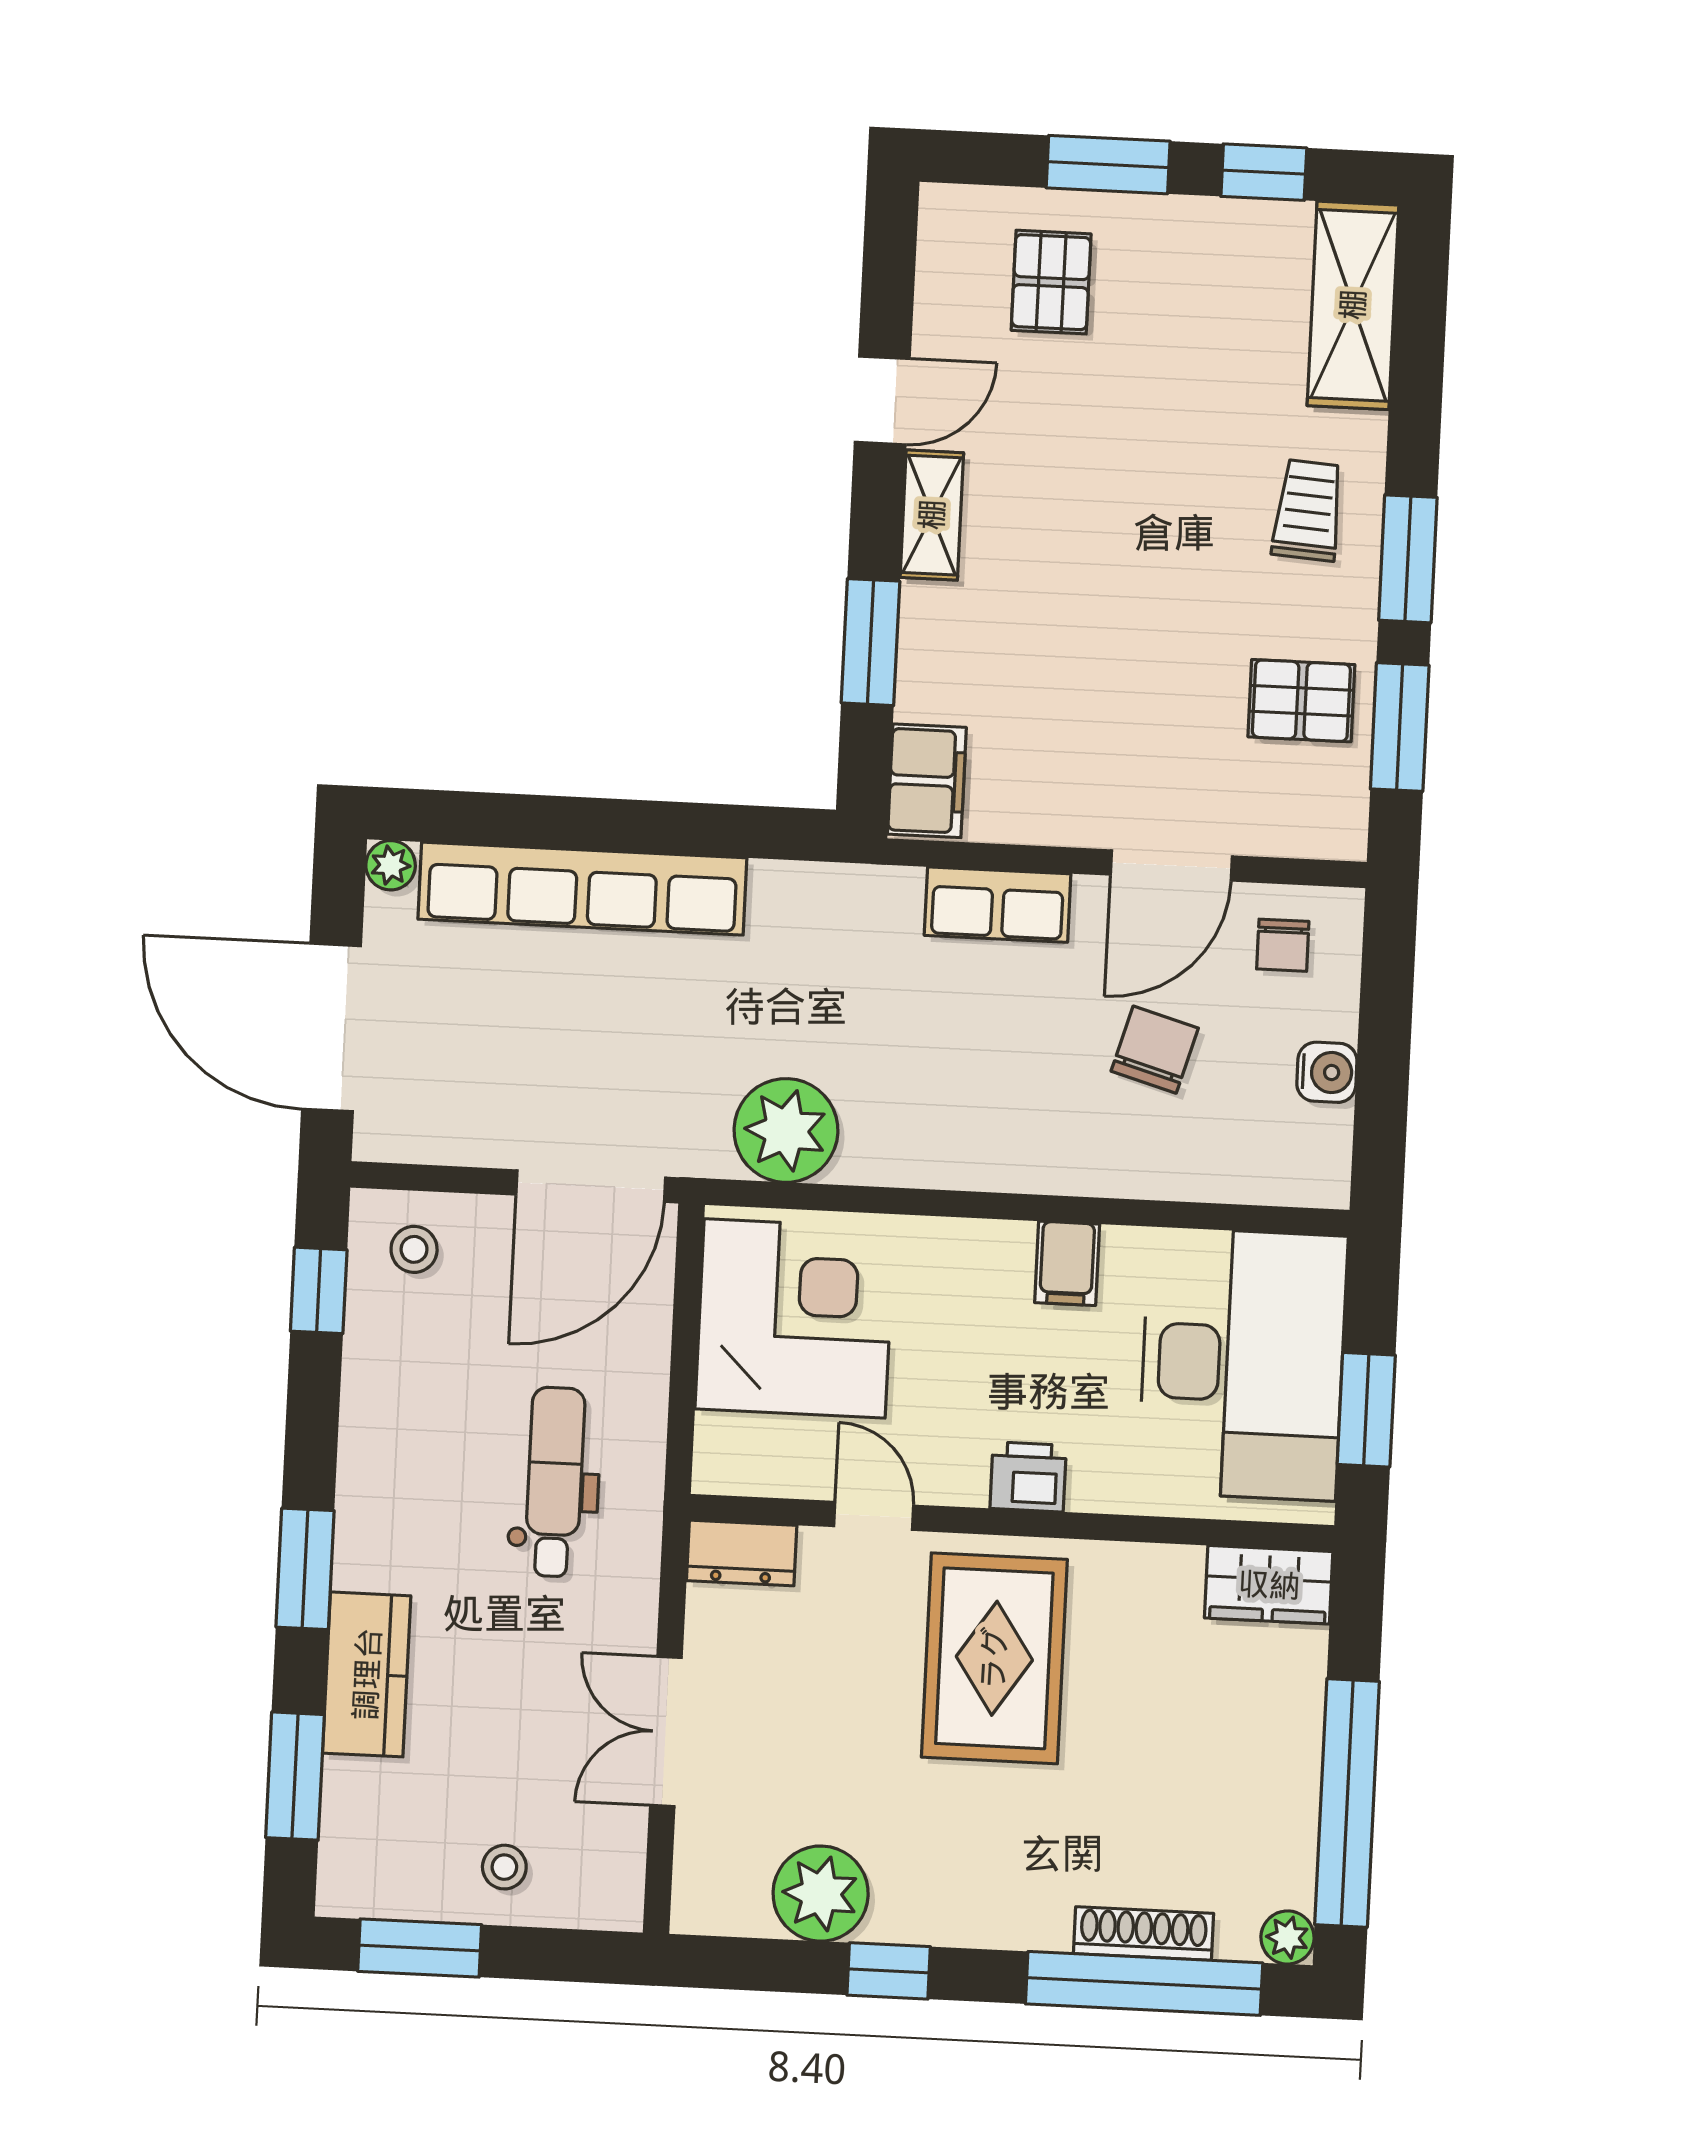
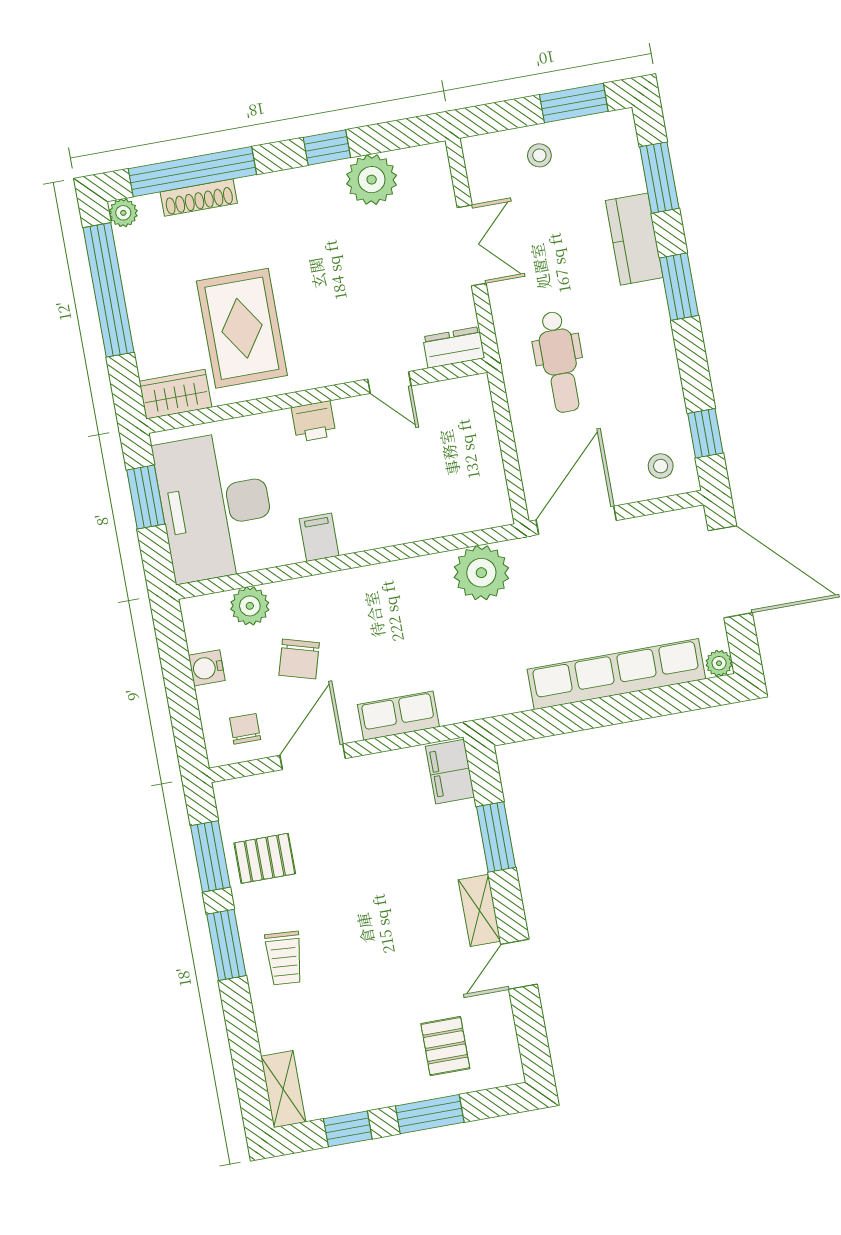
shelving: (1353, 305) -> (283, 1089), width x0.67, depth x0.75
plant: (1222, 1167) -> (250, 606), added
corner desk: (795, 1318) -> (454, 476), removed
rug: (994, 1658) -> (242, 328), moved

